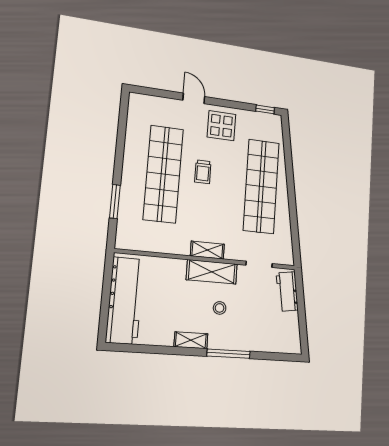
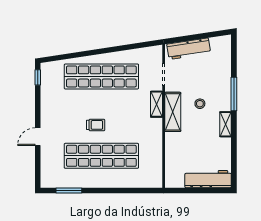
display table: (221, 126) -> (57, 113), removed
window: (115, 201) -> (69, 190), moved
shelving: (207, 250) -> (156, 104), moved
workbench: (287, 292) -> (189, 49), width x1.37
workbench: (125, 301) -> (208, 179), width x0.73, depth x0.76

